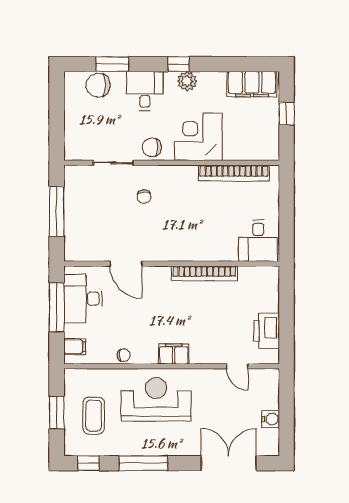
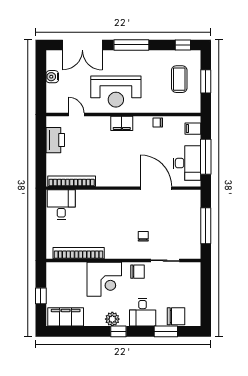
door: (126, 264) -> (156, 188), width x1.36
bookcase: (204, 273) -> (72, 181), moved
reception desk: (156, 399) -> (116, 91), moved
window: (143, 463) -> (131, 45), moved

